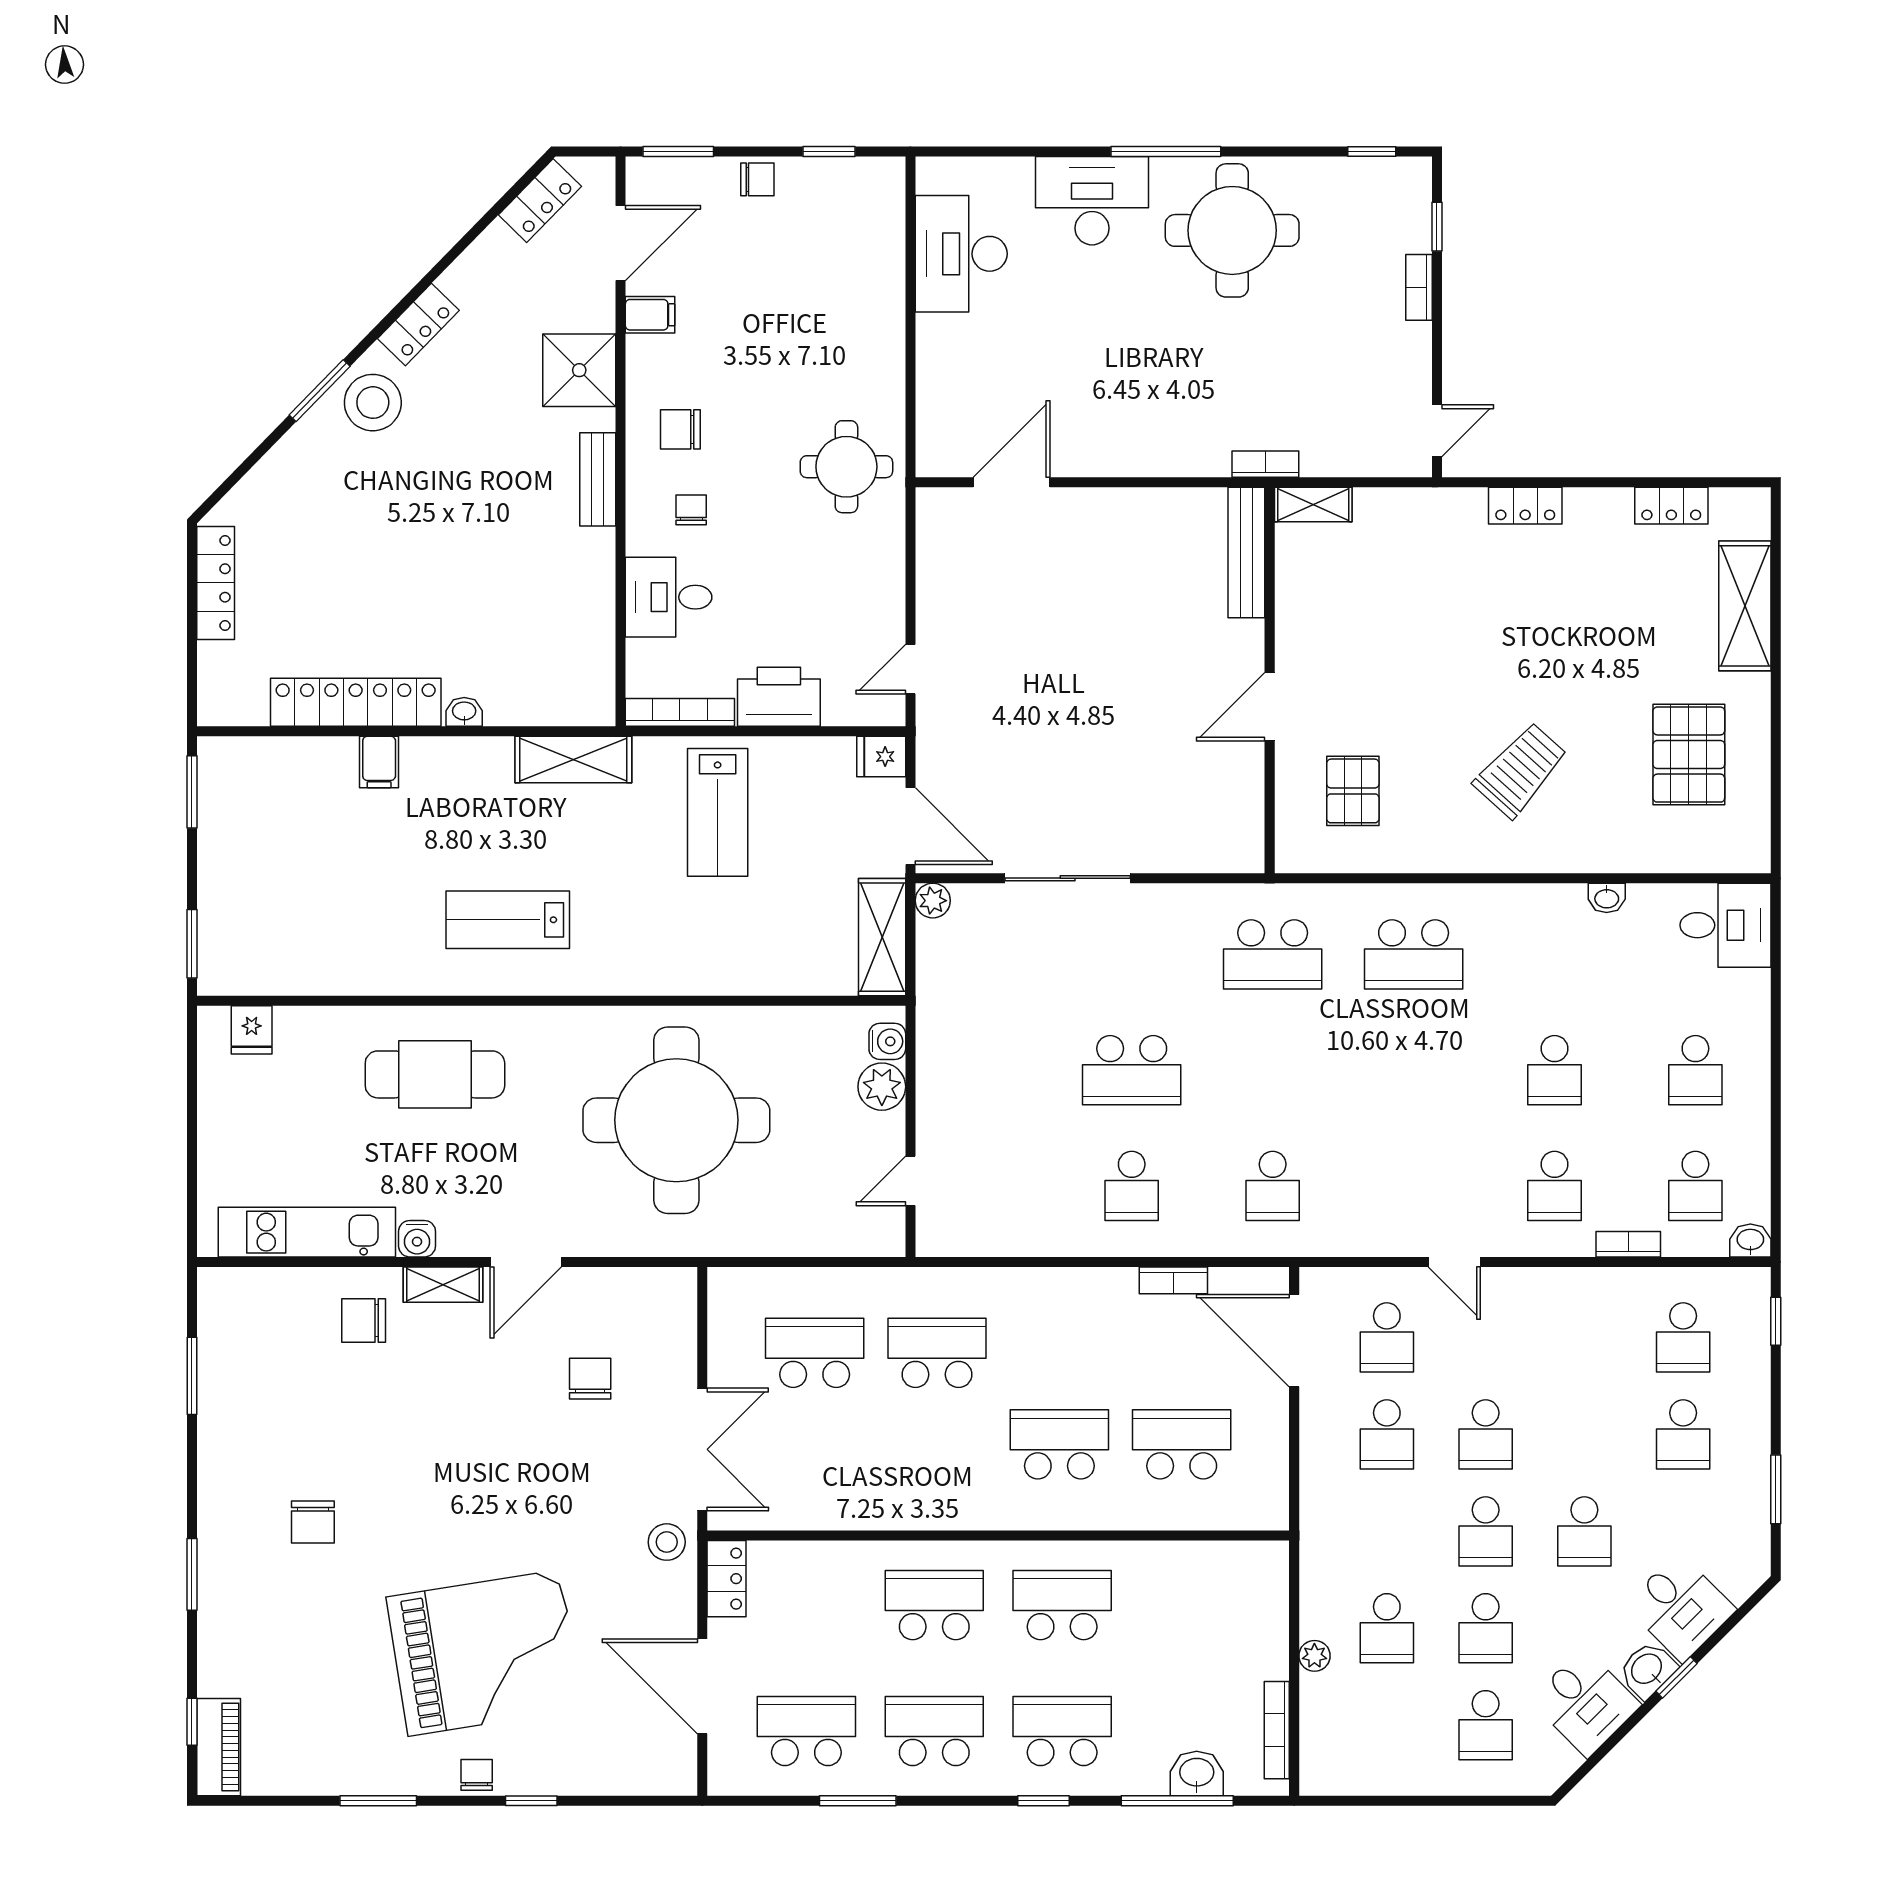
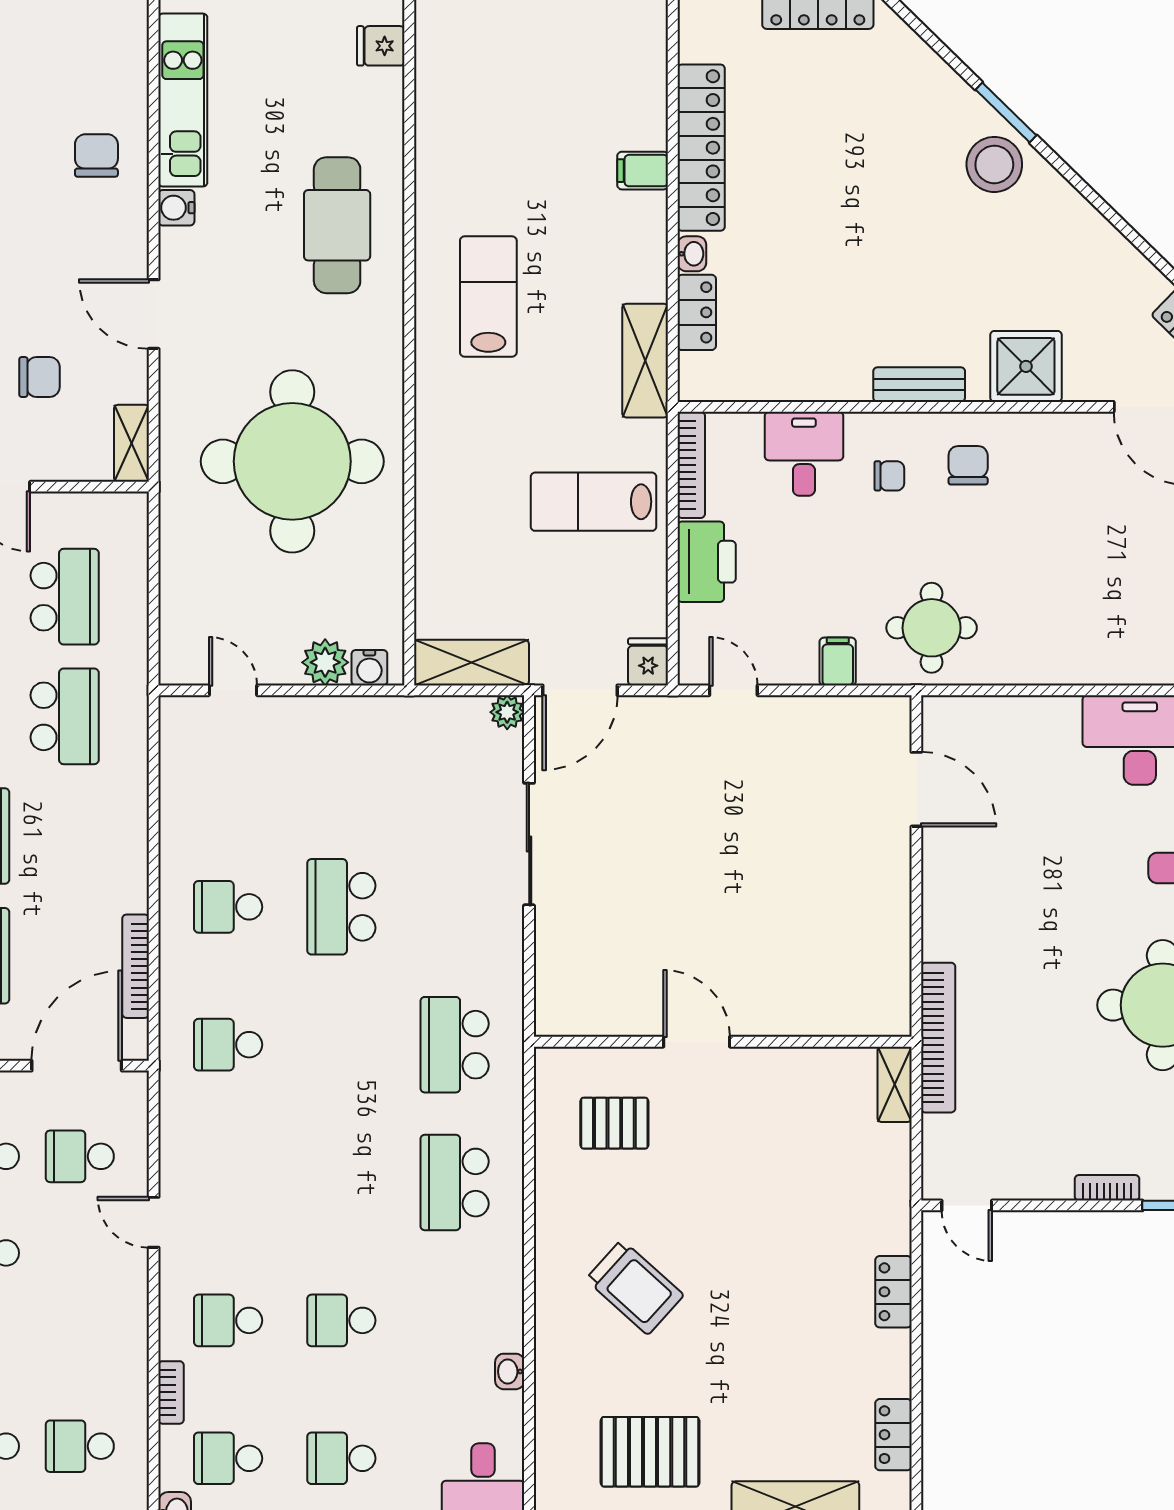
filing cabinet: (650, 315) -> (838, 662), moved, turned 180
locker: (418, 324) -> (697, 312), moved, turned -134
bookcase: (1265, 464) -> (938, 1038), width x2.31, depth x1.31
bench: (1246, 552) -> (848, 1019), removed
door: (1454, 1262) -> (154, 1222), hinge flipped
bookcase: (1173, 1280) -> (136, 966), width x1.56
shelving: (443, 1285) -> (131, 443), moved

